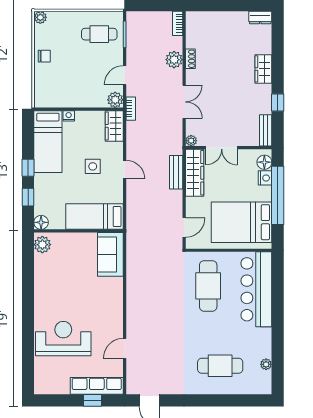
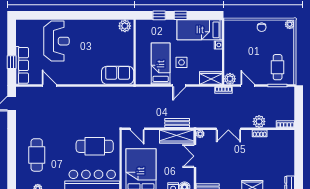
bed: (94, 217) -> (161, 64), moved
floor lamp: (41, 222) -> (141, 25), removed

